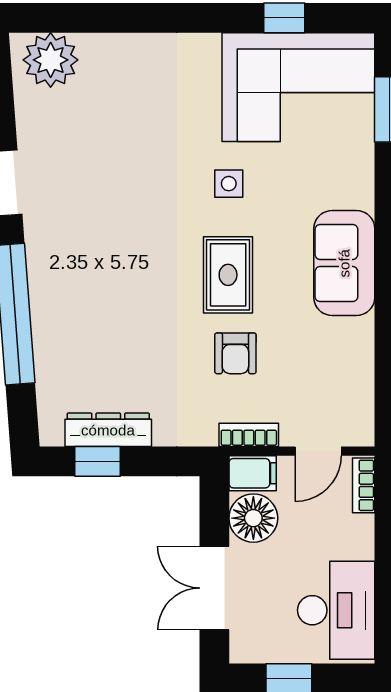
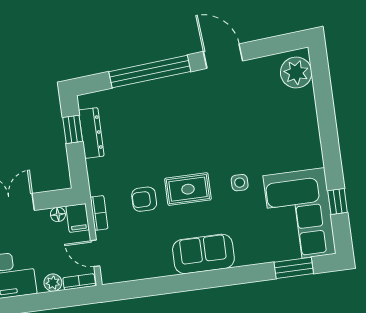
floor lamp: (253, 518) -> (58, 214), width x0.53, depth x0.53
plant: (359, 531) -> (53, 283), added

